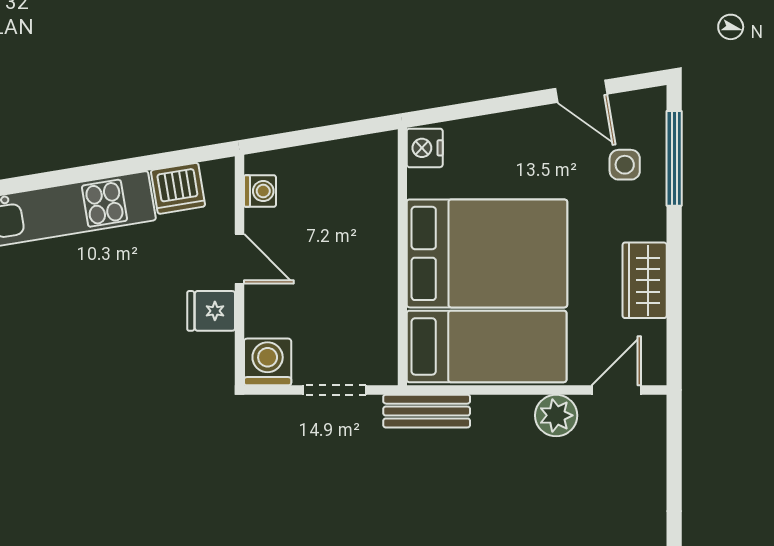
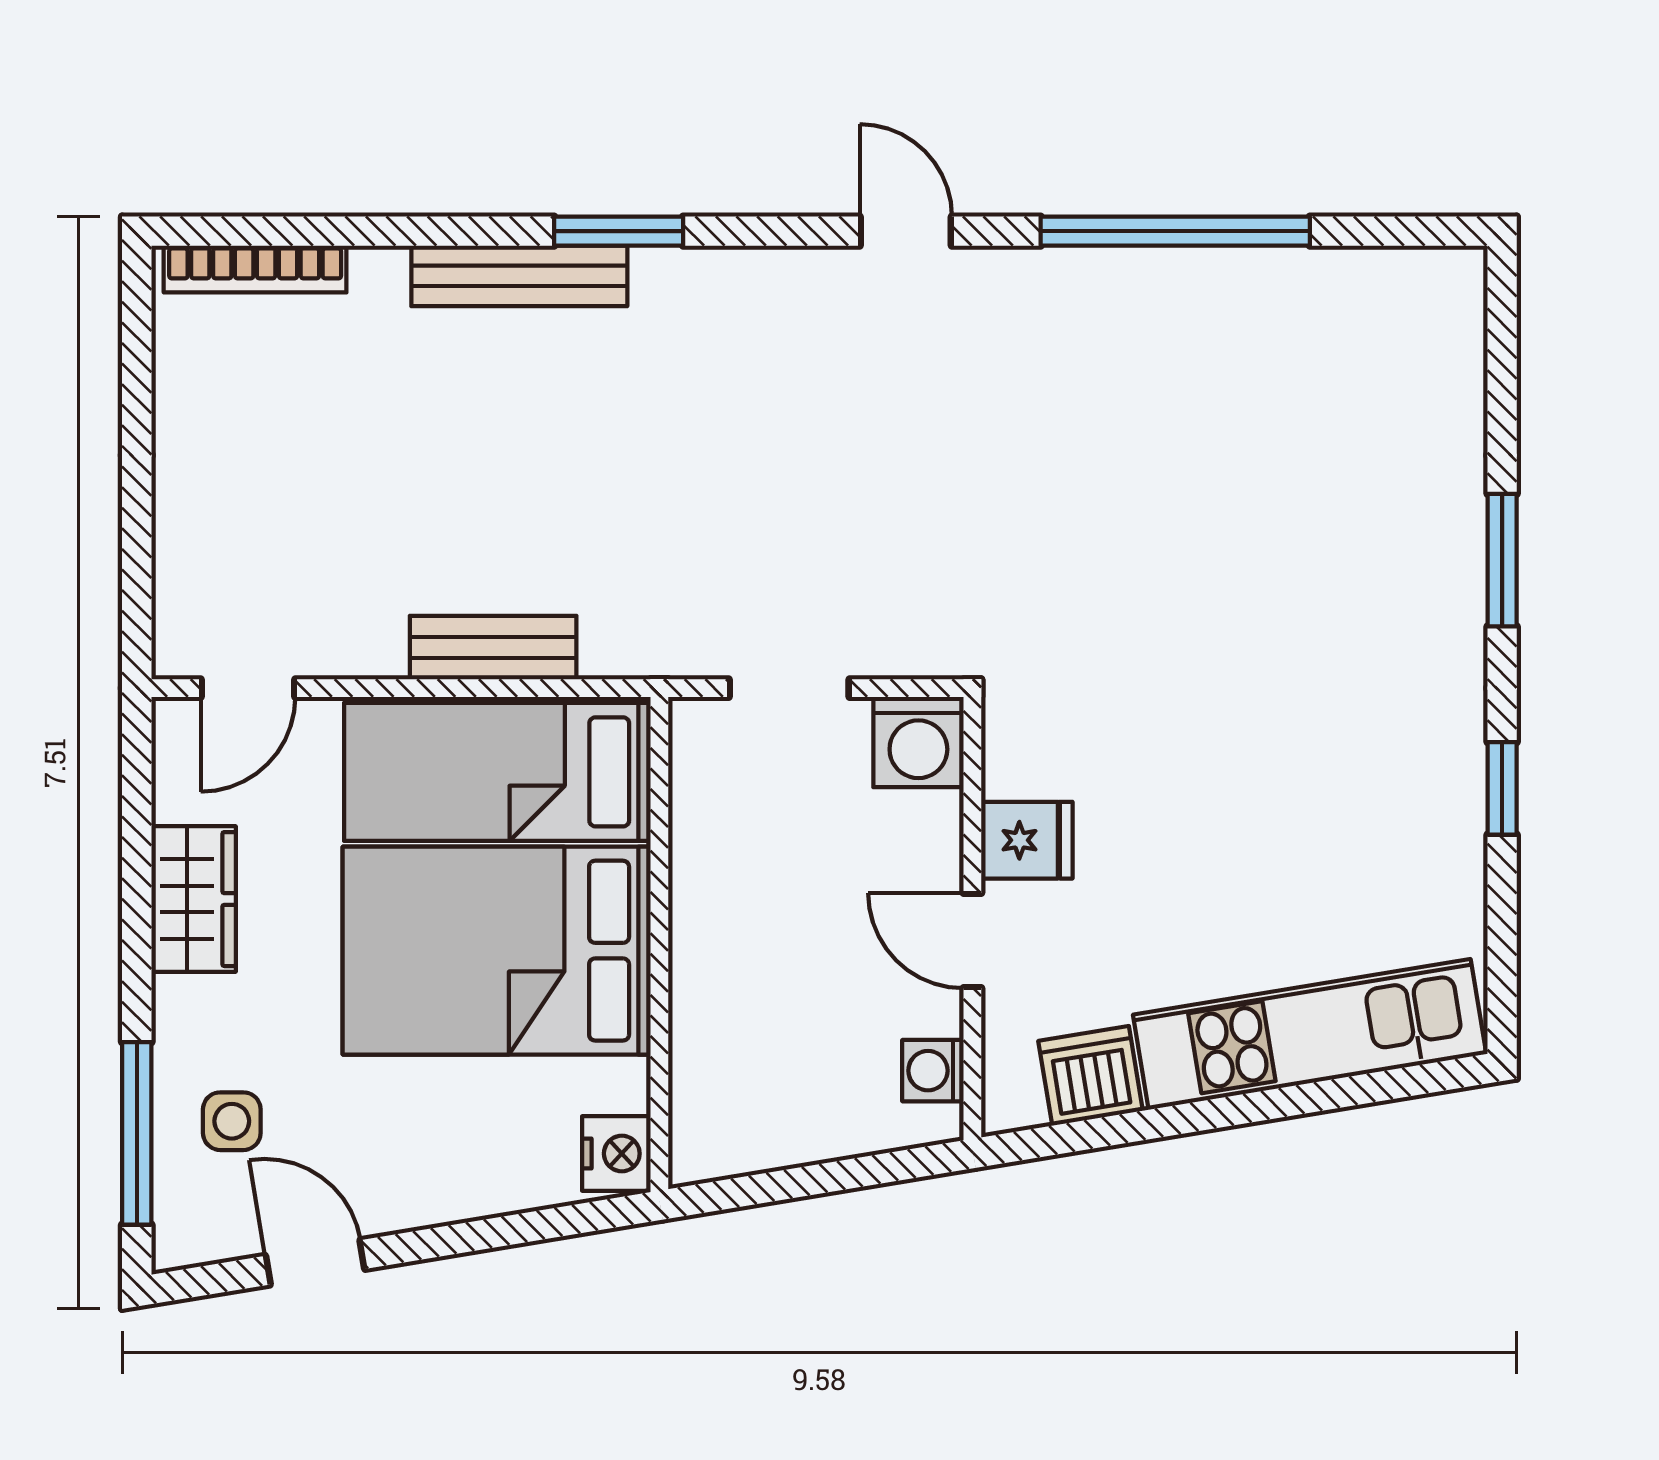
bench: (427, 411) -> (493, 648), moved
plant: (556, 415) -> (364, 639), removed

